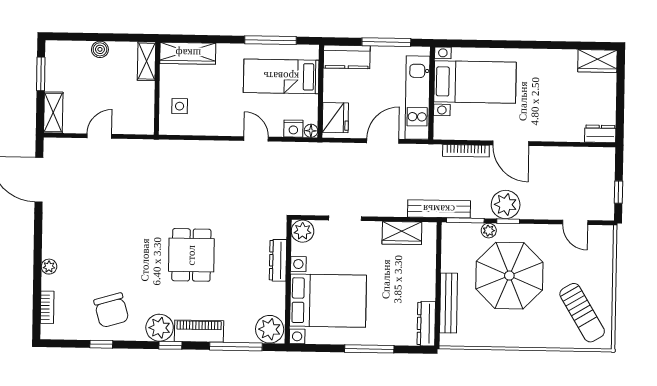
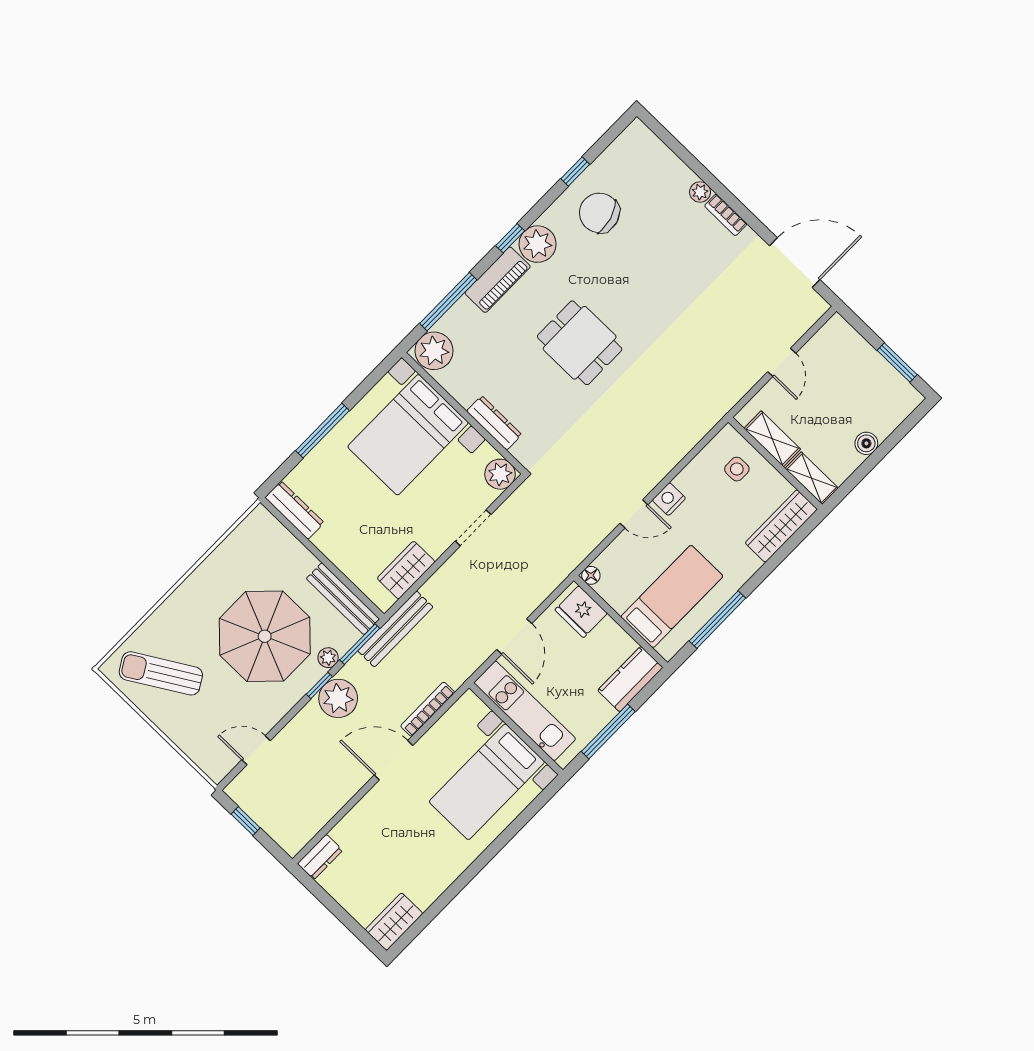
shelving: (53, 112) -> (772, 439), moved
nightstand: (293, 129) -> (669, 499), moved
bench: (448, 303) -> (343, 599), moved
bookcase: (47, 307) -> (726, 215), moved

